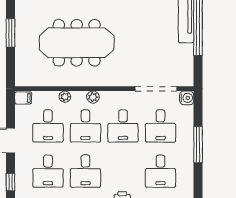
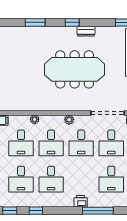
meeting table: (77, 43) -> (75, 69), moved
plant: (93, 97) -> (69, 120), moved

